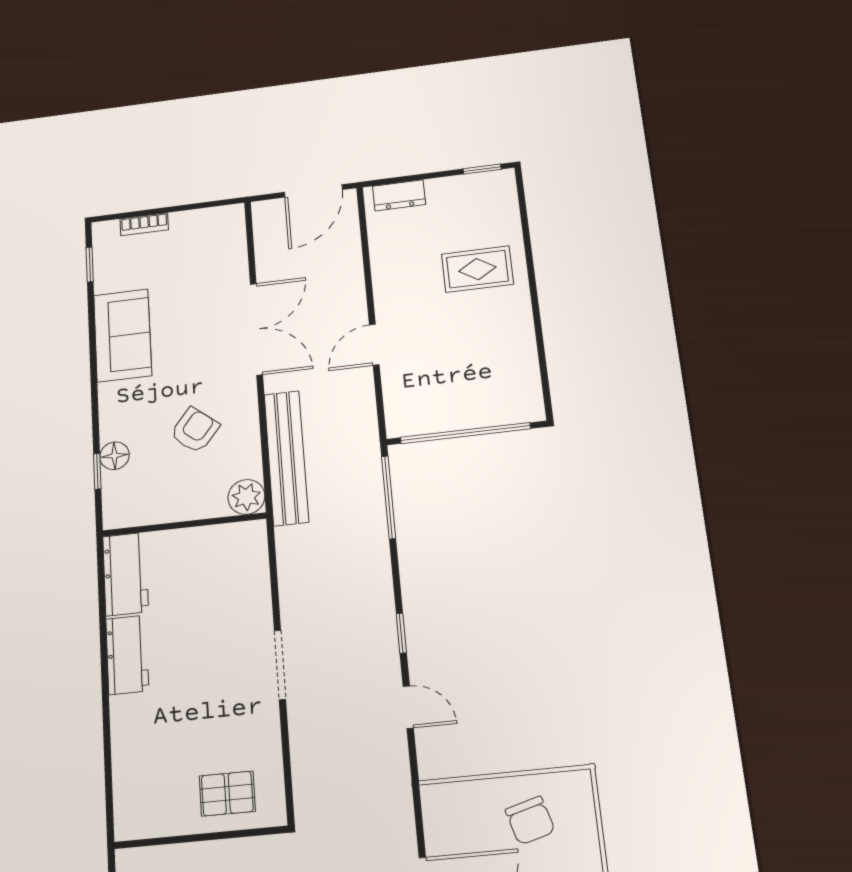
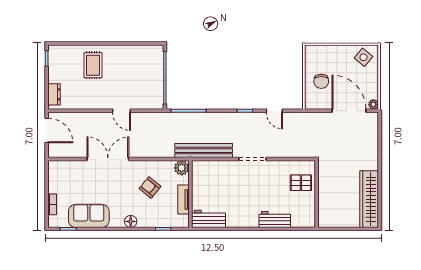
sofa: (123, 335) -> (89, 216), moved
floor lamp: (114, 456) -> (131, 221), moved
bench: (286, 458) -> (204, 151), moved
tv unit: (170, 510) -> (183, 199), added
workbench: (127, 655) -> (275, 219), moved
door: (408, 707) -> (274, 111), swing flipped
pallet: (227, 794) -> (301, 183), turned 90
chair: (530, 820) -> (321, 81), moved, turned 106

